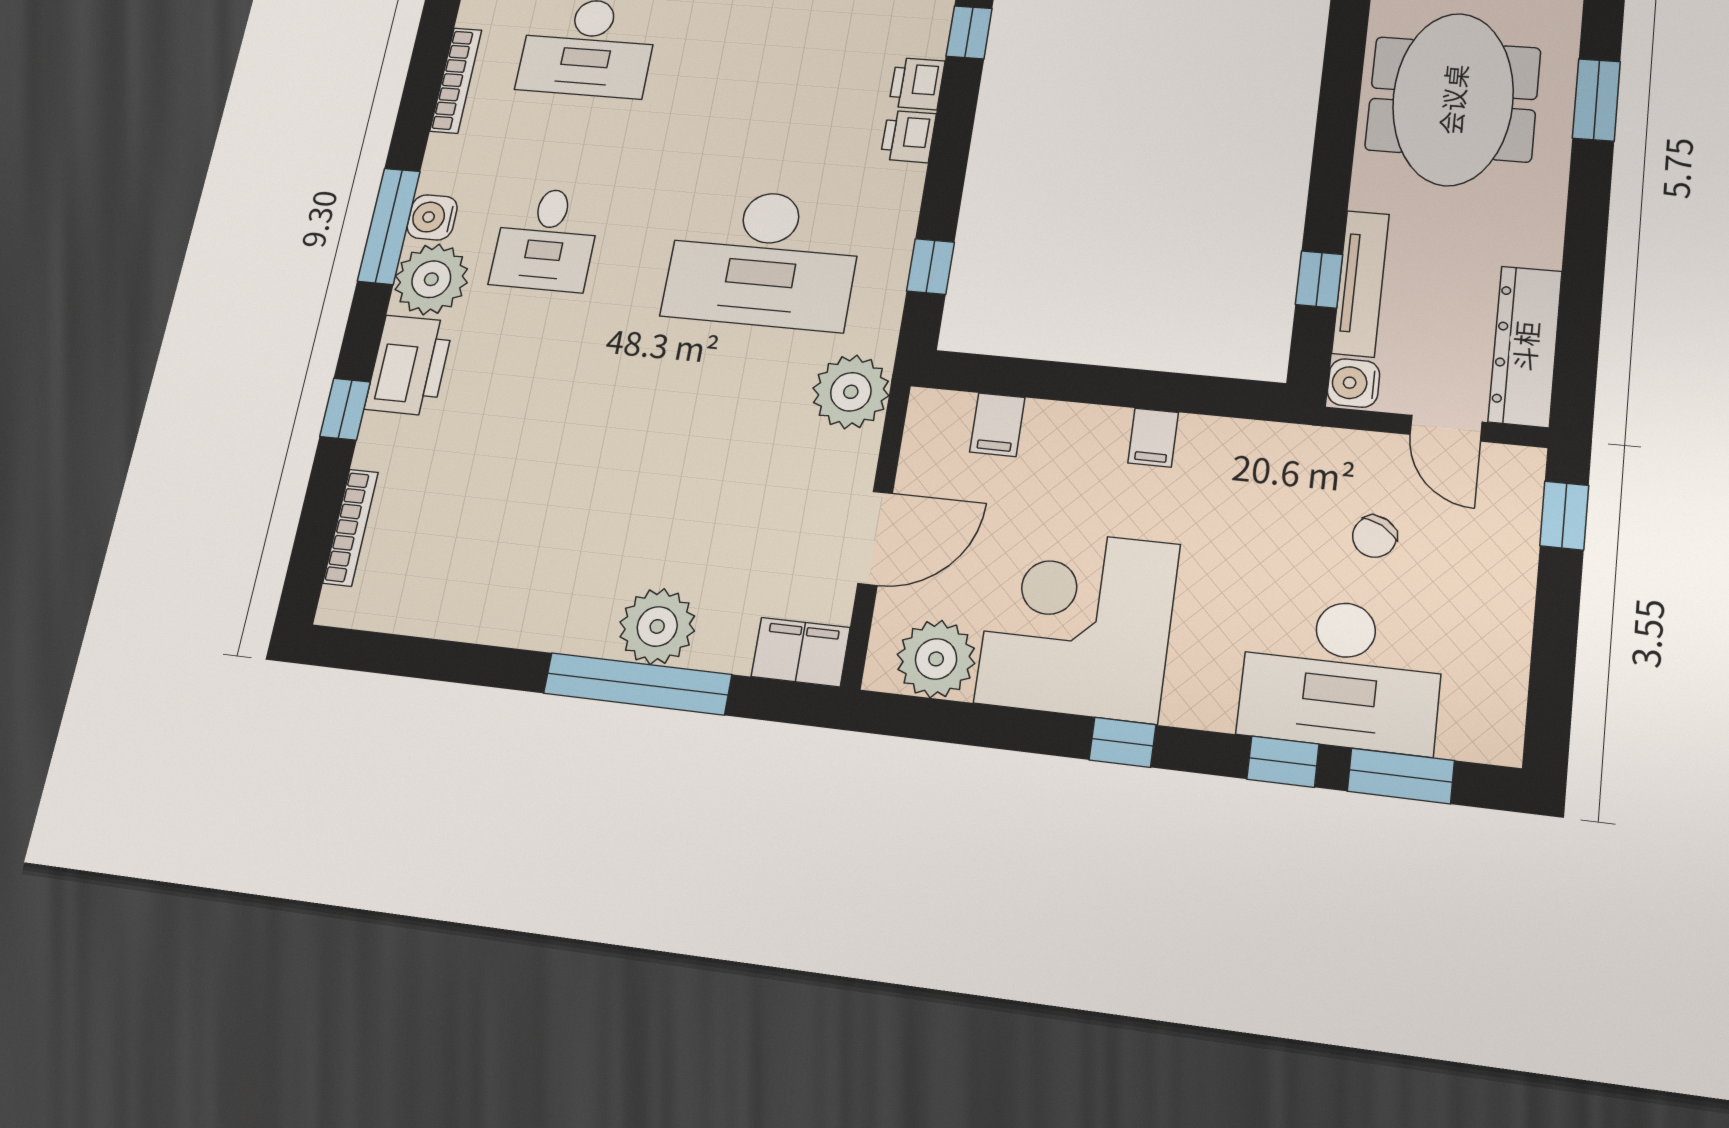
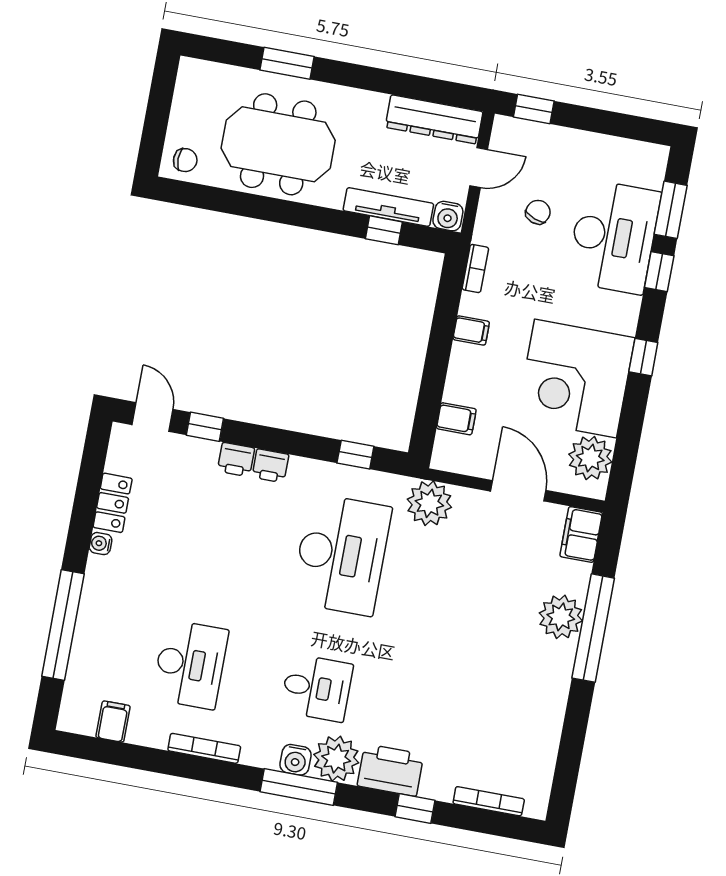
bookcase: (1264, 436) -> (475, 268), added
chair: (1375, 537) -> (538, 212), turned -98

